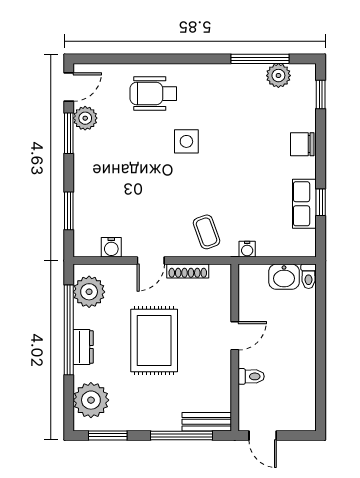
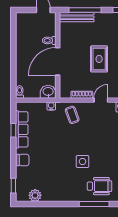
window: (260, 59) -> (94, 204), moved
row of seats: (304, 204) -> (22, 129), width x1.48
washbasin: (284, 277) -> (48, 92), moved
door: (235, 336) -> (58, 61), width x1.87
rug: (154, 341) -> (99, 59), width x0.73, depth x0.70
bench: (207, 422) -> (77, 17), width x1.36

